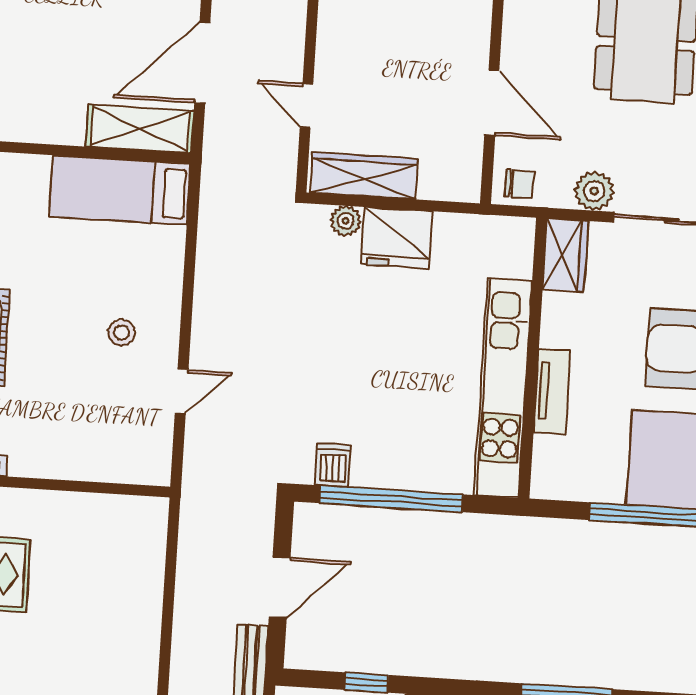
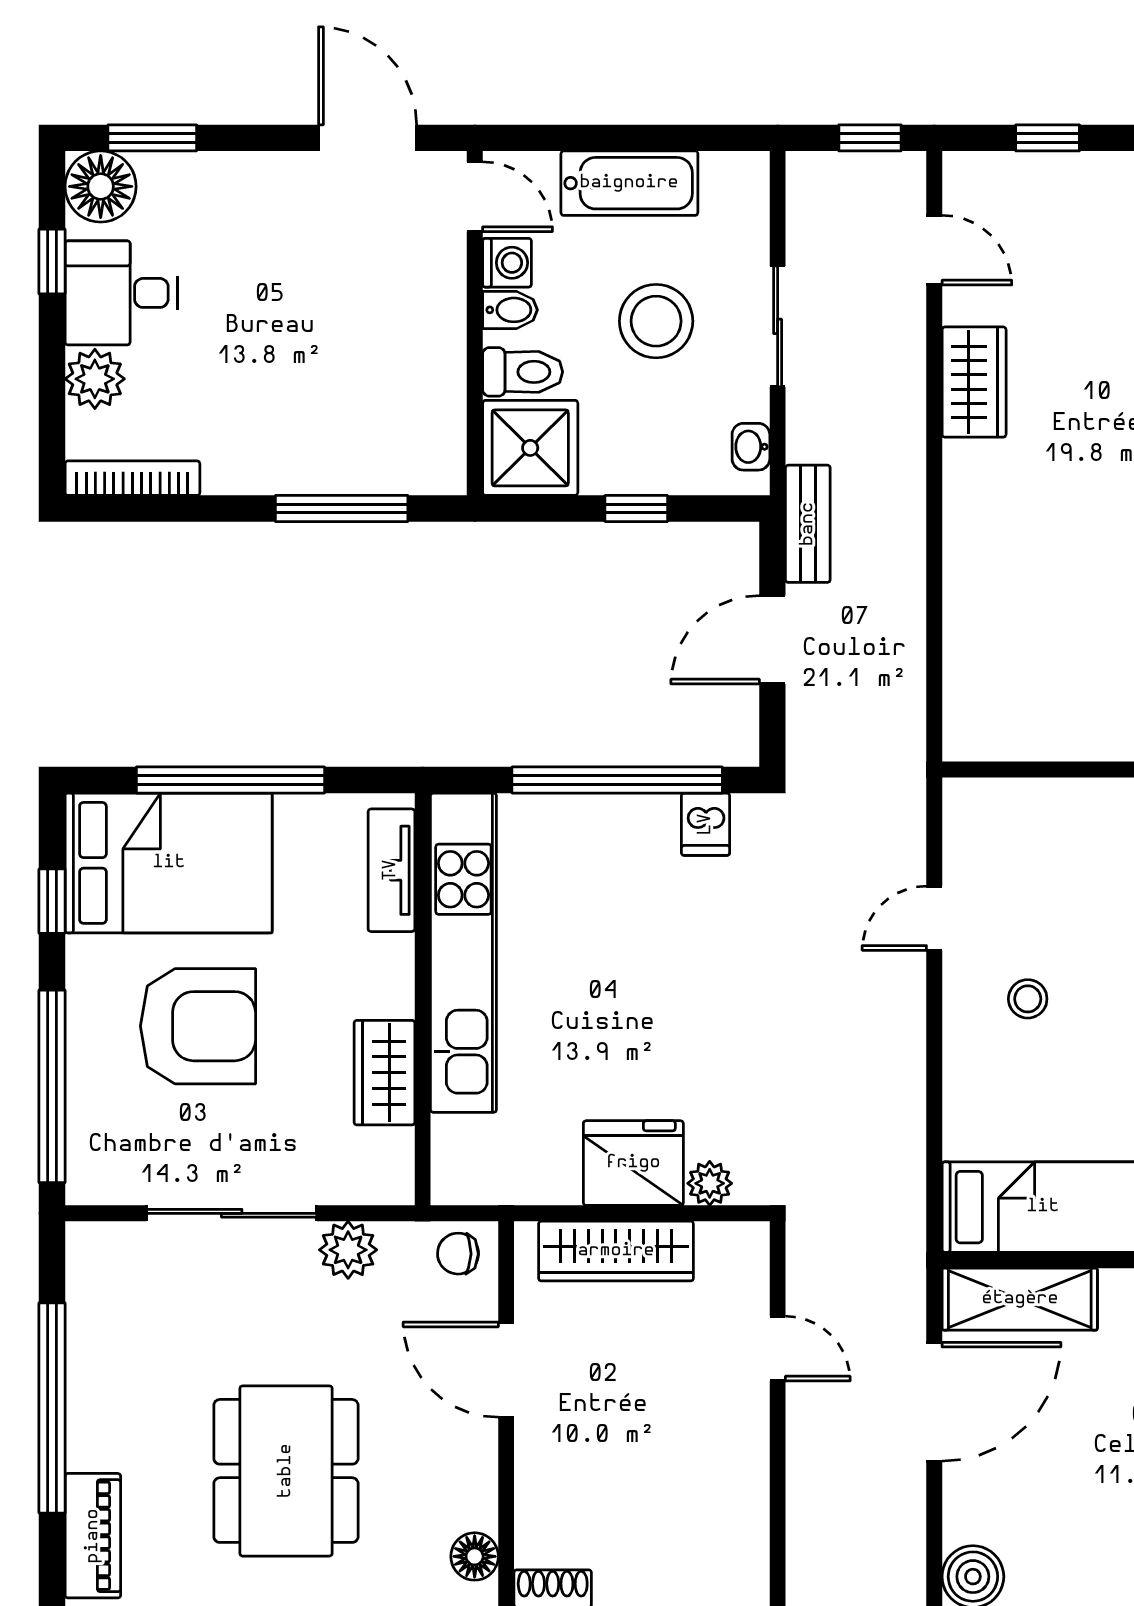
wardrobe: (364, 176) -> (616, 1251), moved
wardrobe: (565, 255) -> (384, 1073), moved
tv unit: (552, 391) -> (391, 870), moved

